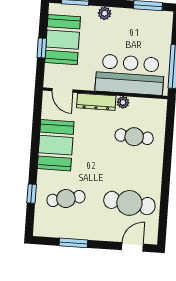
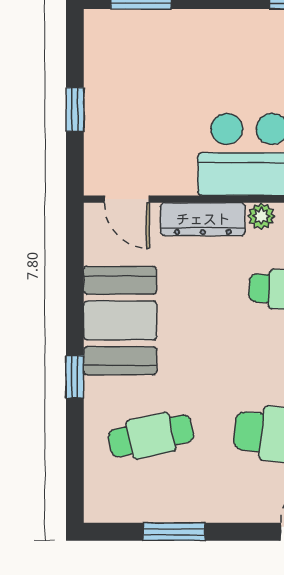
plant: (105, 13) -> (207, 24), removed
booth: (63, 40) -> (119, 88), removed
window: (32, 194) -> (75, 377), moved

